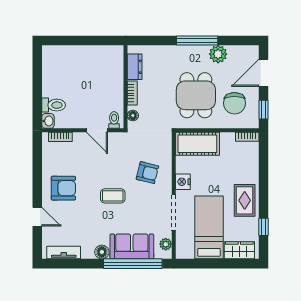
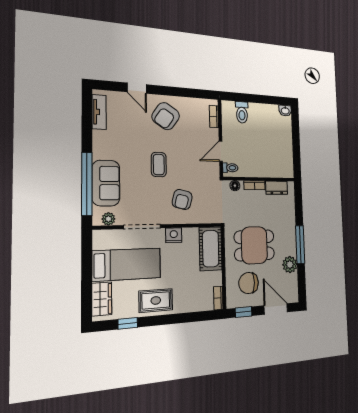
washbasin: (48, 121) -> (285, 111), moved
armchair: (63, 188) -> (166, 116), turned 34
door: (37, 217) -> (137, 88), hinge flipped
floor lamp: (102, 252) -> (100, 152), removed

